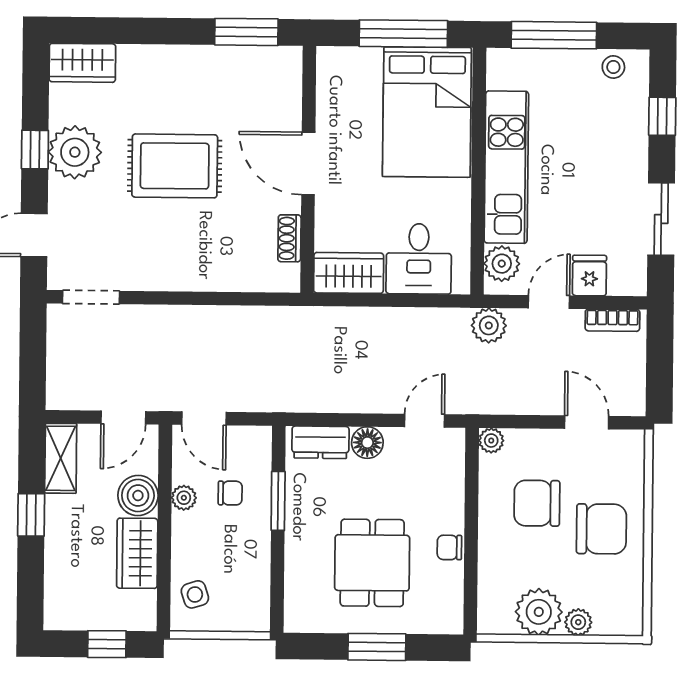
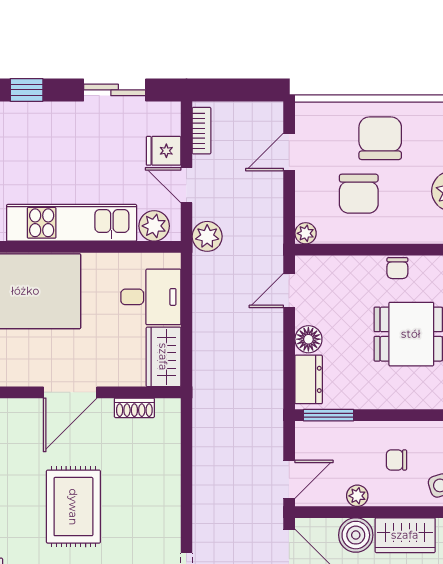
door: (424, 421) -> (289, 291), hinge flipped
chair: (230, 493) -> (396, 460), moved, turned -90
window: (278, 501) -> (329, 415), moved

